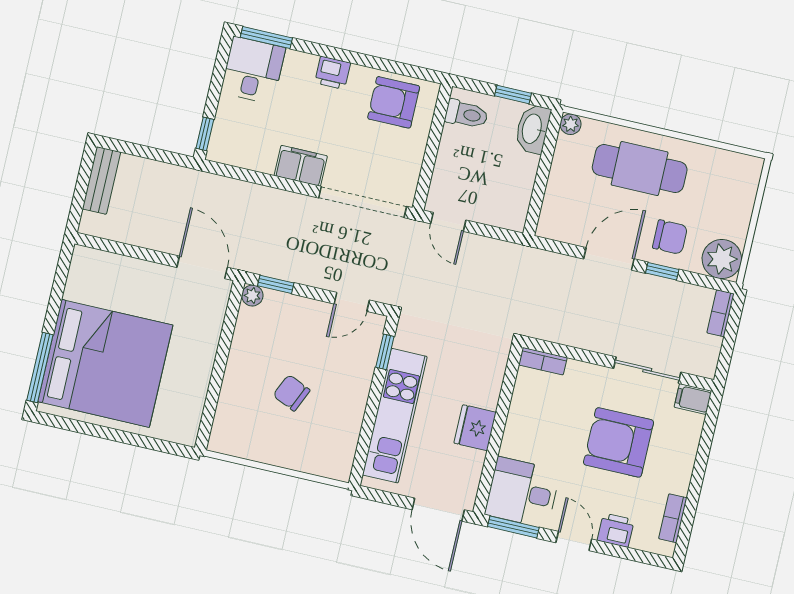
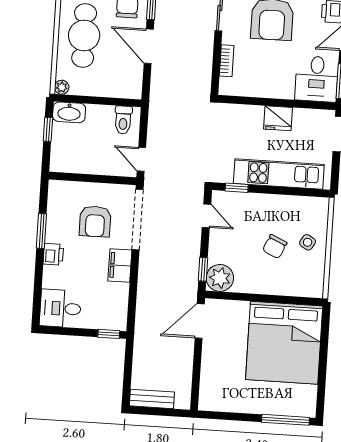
window: (266, 38) -> (41, 231), moved
armchair: (394, 102) -> (95, 221), moved
toilet: (466, 114) -> (123, 120), moved, turned 180
door: (448, 222) -> (141, 159), swing flipped
plant: (252, 296) -> (220, 278), width x1.87, depth x1.87
bookcase: (543, 361) -> (227, 61), moved
bed: (105, 363) -> (284, 343), moved, turned 180
side table: (290, 441) -> (308, 242), added

